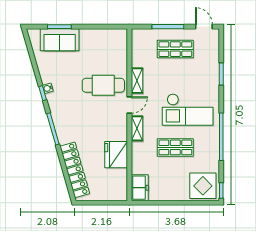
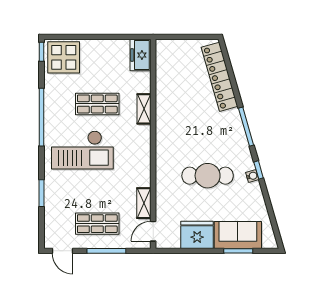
shelving: (137, 81) -> (144, 203), moved
cafe table: (103, 85) -> (208, 176), moved
door: (129, 105) -> (153, 231), moved
checkout: (188, 110) -> (82, 150), turned 180
shelving: (137, 128) -> (144, 109), moved
fridge: (116, 155) -> (197, 235), moved, turned -90

